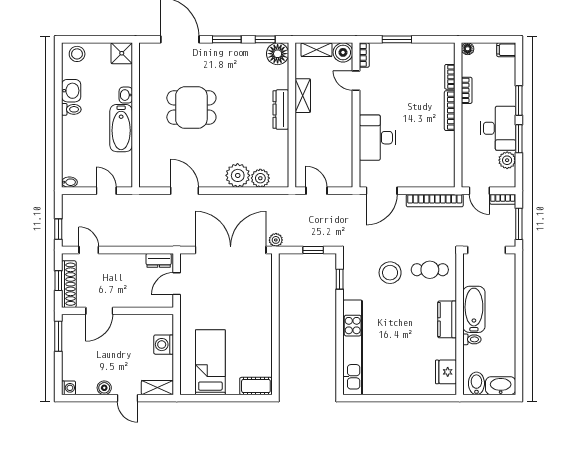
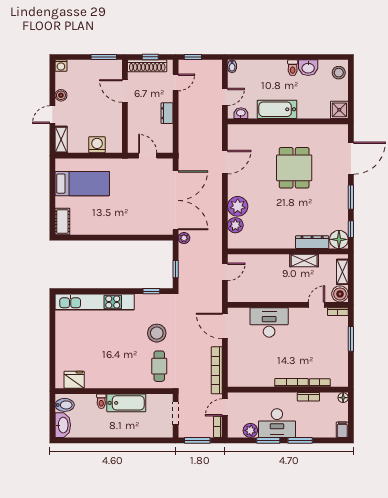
washbasin: (126, 95) -> (241, 113), moved
dresser: (281, 110) -> (312, 242), moved
doorway: (487, 250) -> (176, 413), width x0.73
dresser: (159, 260) -> (167, 113), moved
kitchen counter: (447, 319) -> (118, 381), removed

